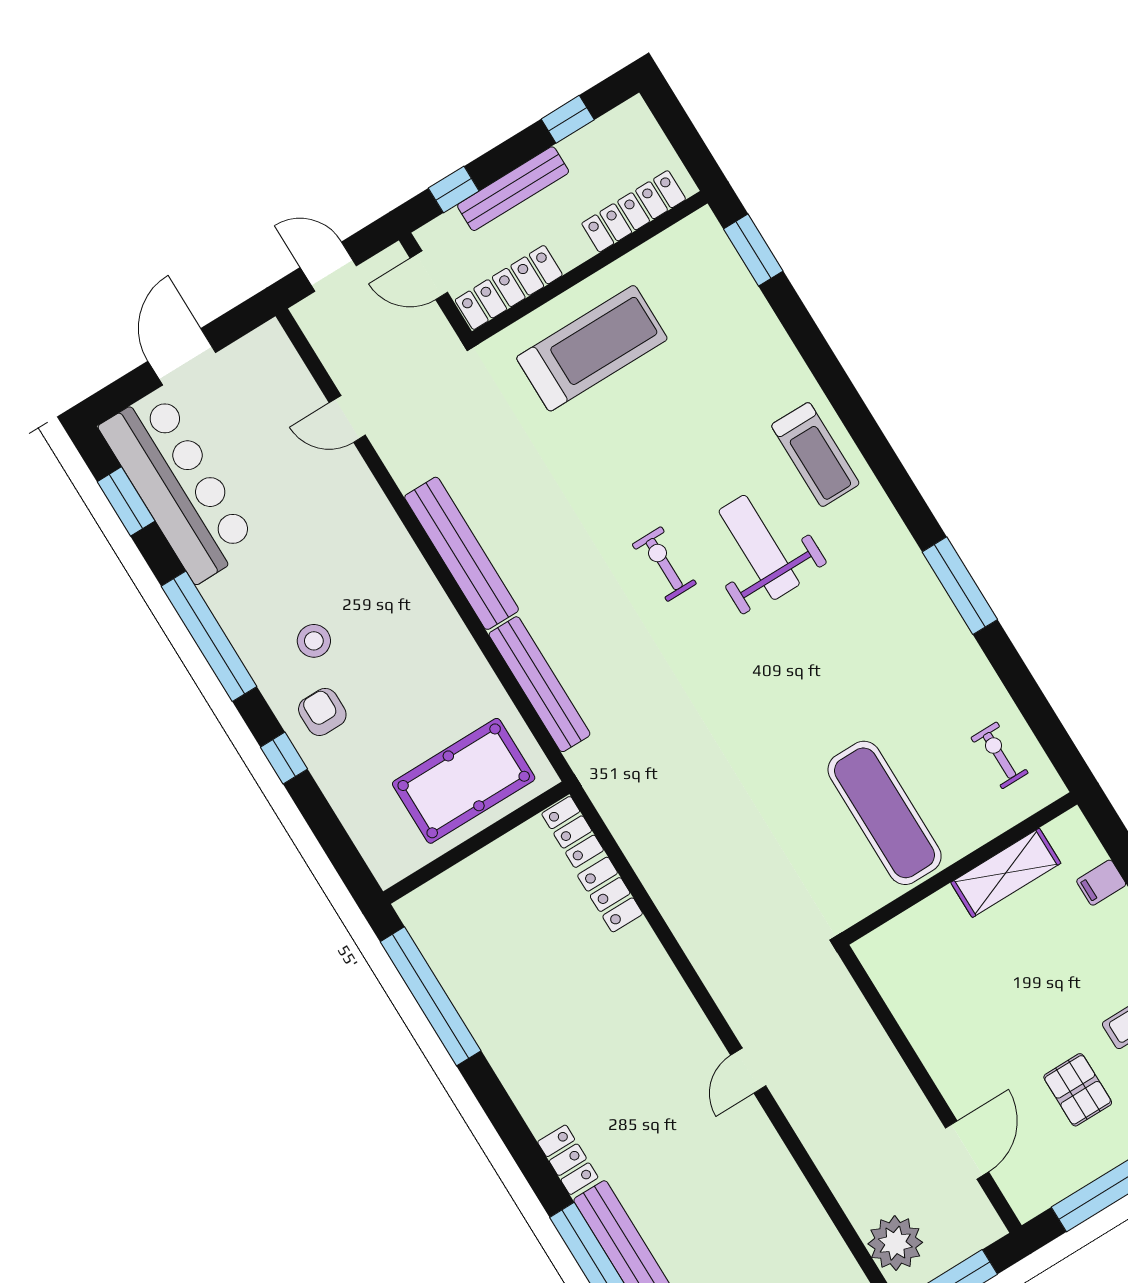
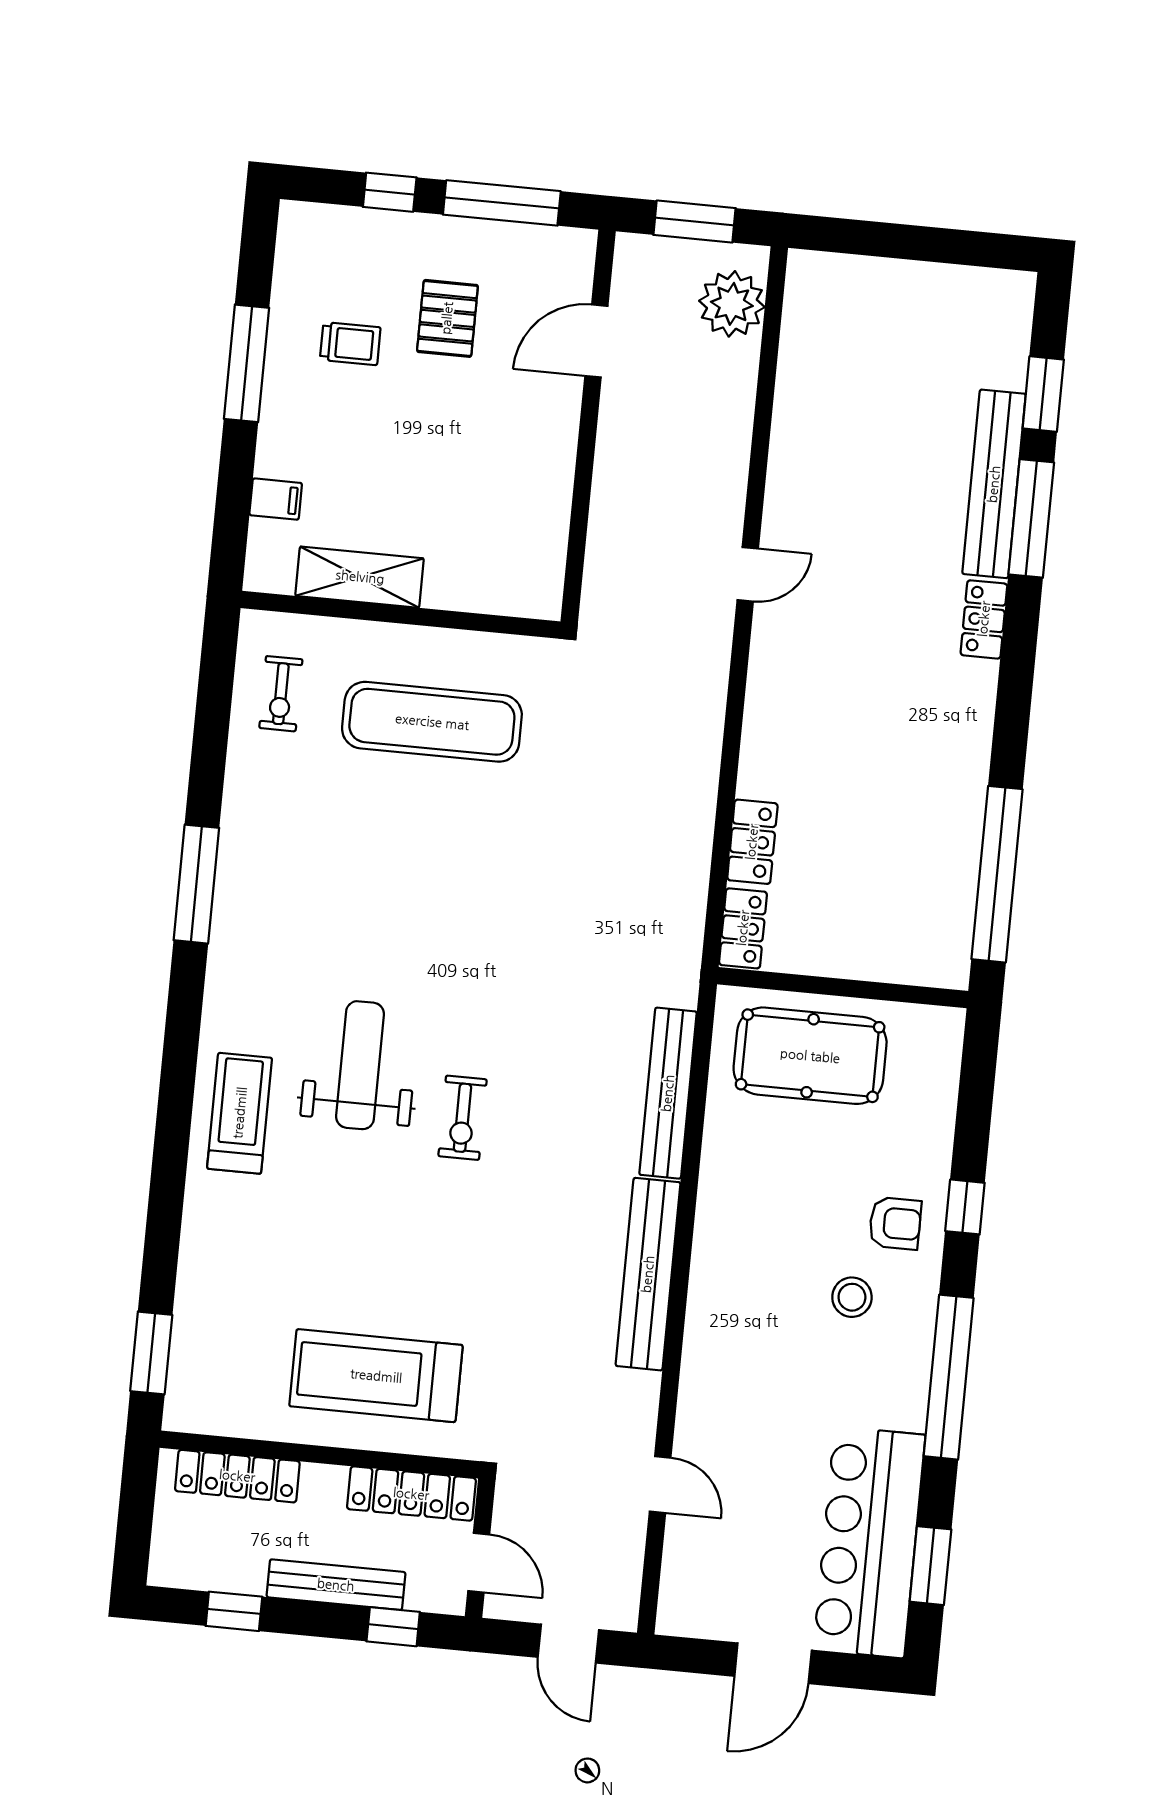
weight bench: (759, 547) -> (360, 1065), turned 180
armchair: (322, 712) -> (895, 1223), turned -90
exercise mat: (885, 813) -> (432, 722), turned 90

